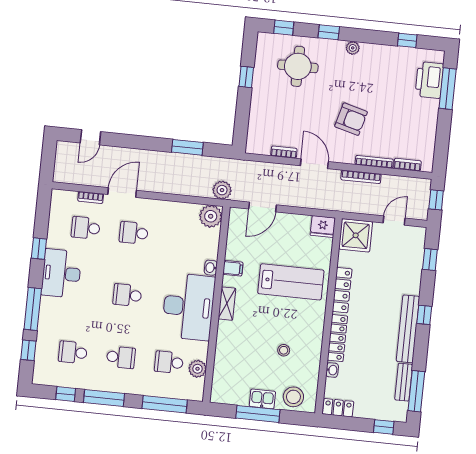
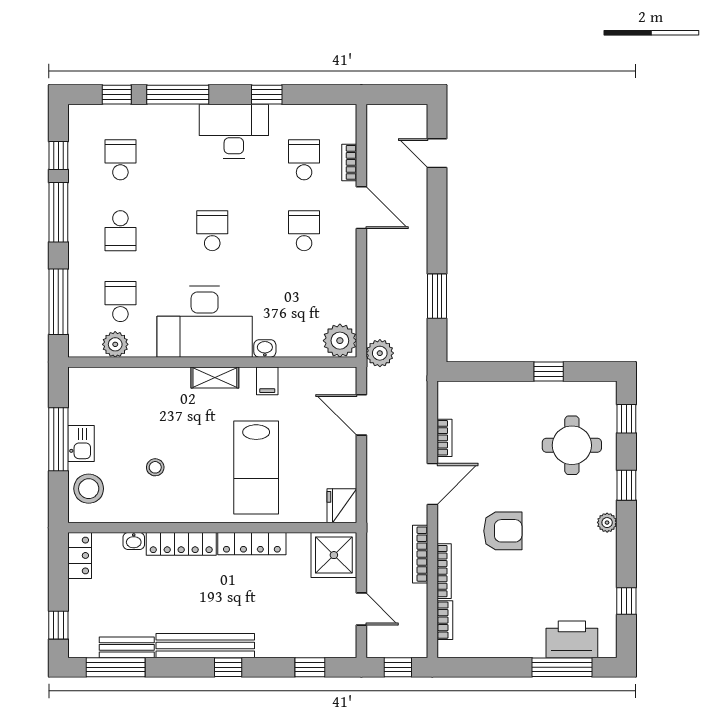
armchair: (351, 119) -> (503, 531), turned -105

